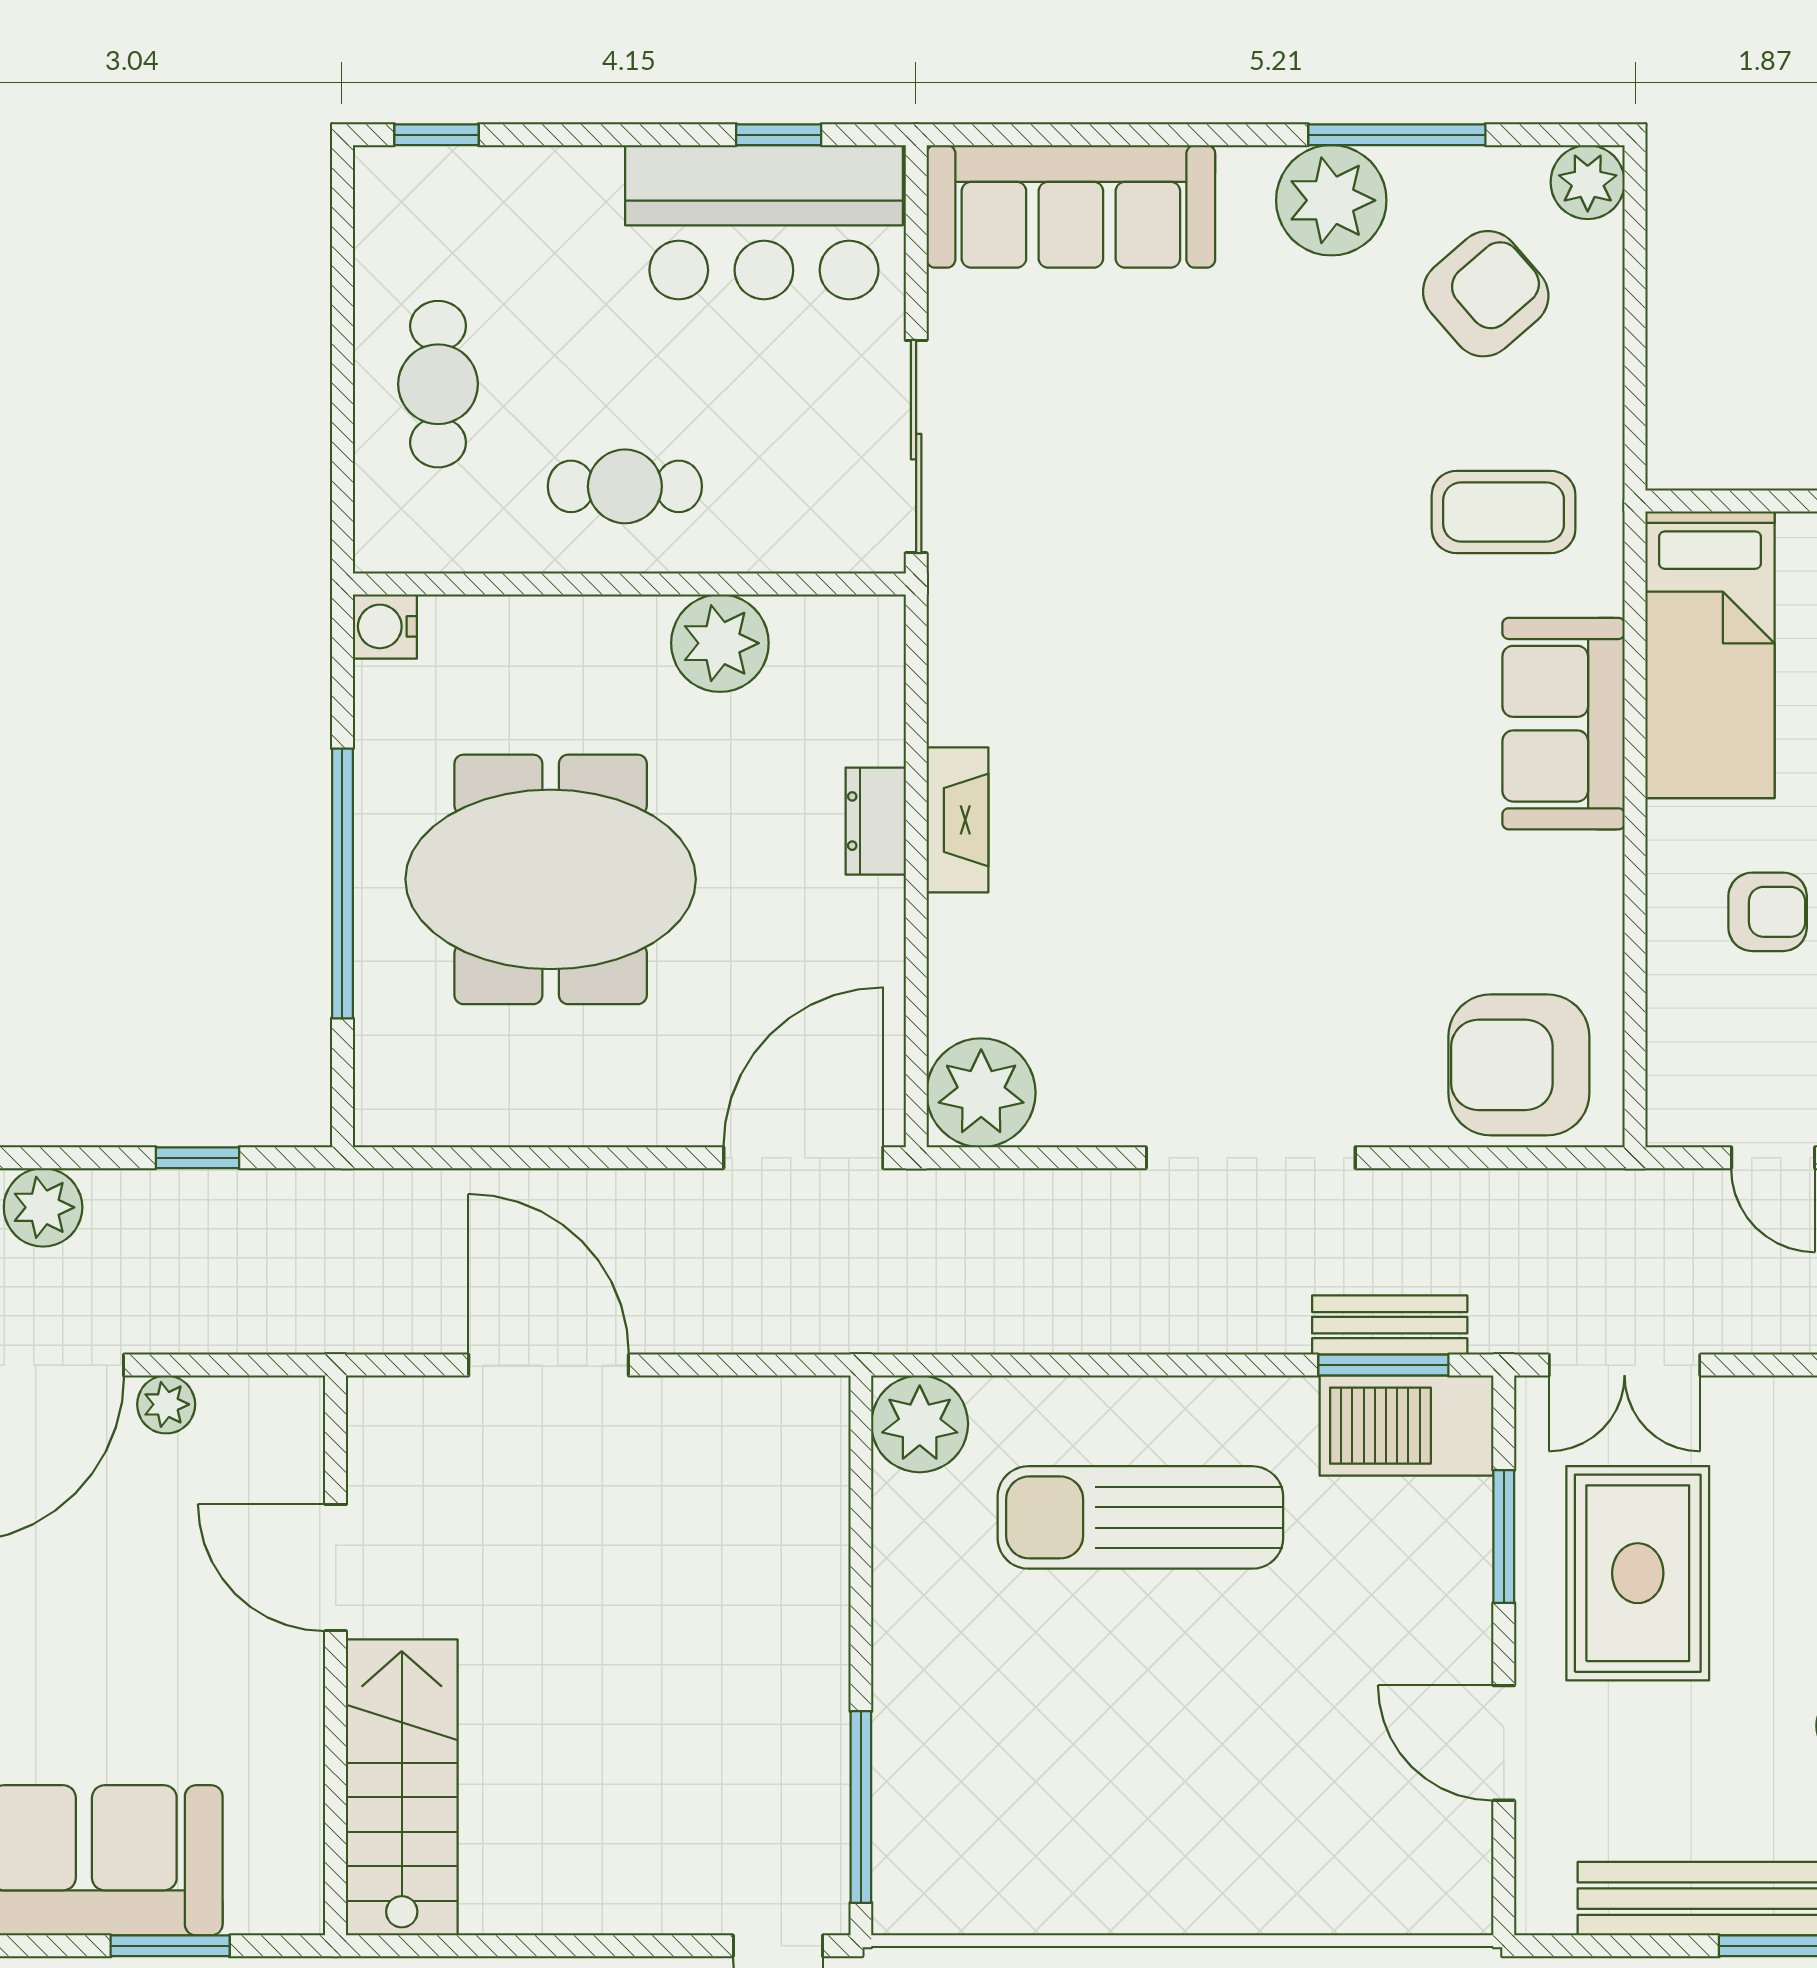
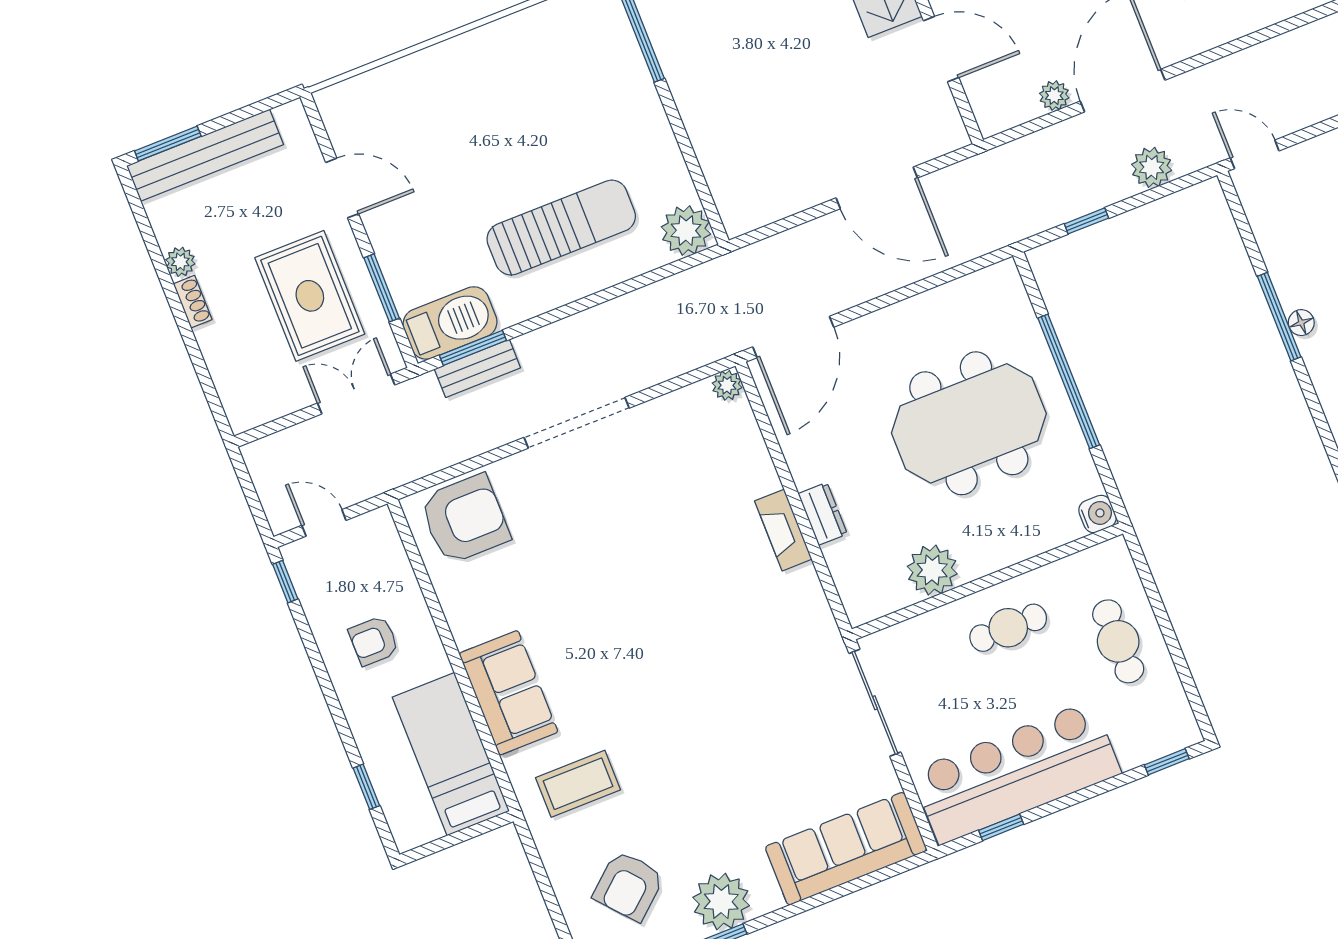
bar counter: (764, 222) -> (1016, 773), width x1.36
plant: (981, 1093) -> (727, 385), width x0.53, depth x0.53

